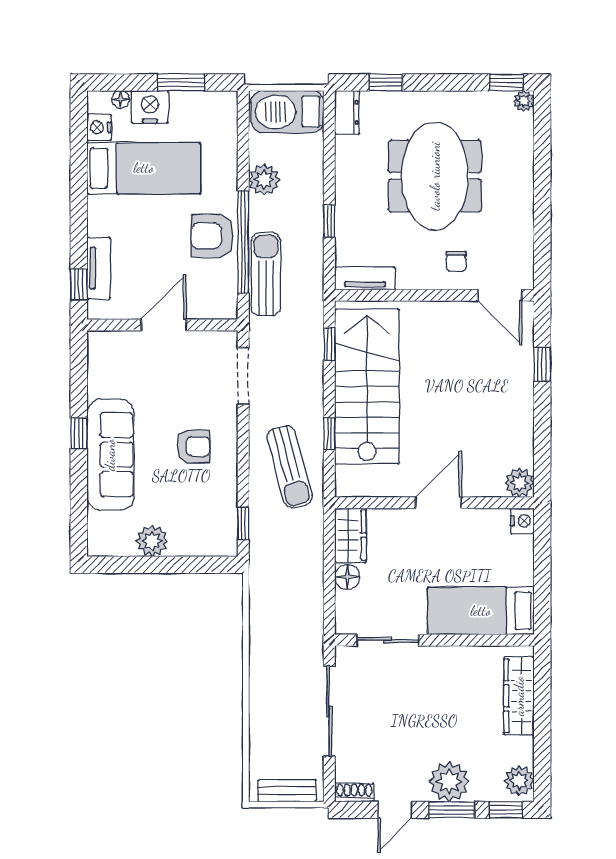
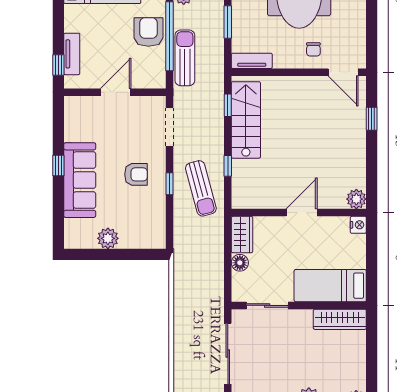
window: (329, 221) -> (228, 22), width x1.50
armchair: (212, 236) -> (148, 32), turned 90
stairs: (367, 386) -> (246, 120), width x0.73, depth x0.66
window: (243, 523) -> (169, 184), moved
wardrobe: (519, 696) -> (340, 319), moved, turned -90

